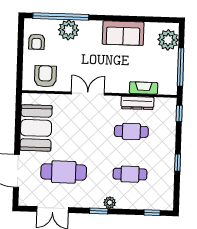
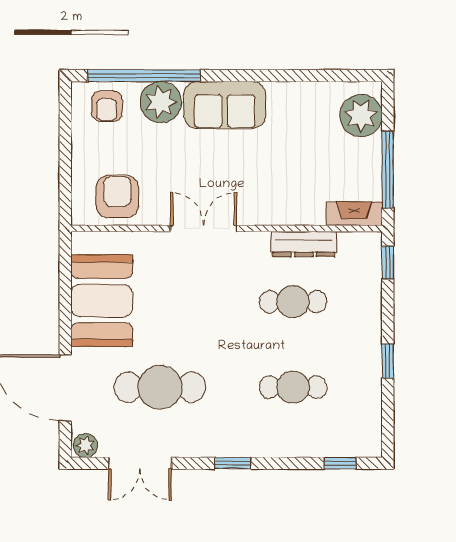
sofa: (123, 33) -> (225, 105), moved
armchair: (37, 42) -> (107, 106), moved
fireplace: (144, 88) -> (354, 214), moved
plant: (110, 203) -> (85, 446), moved

